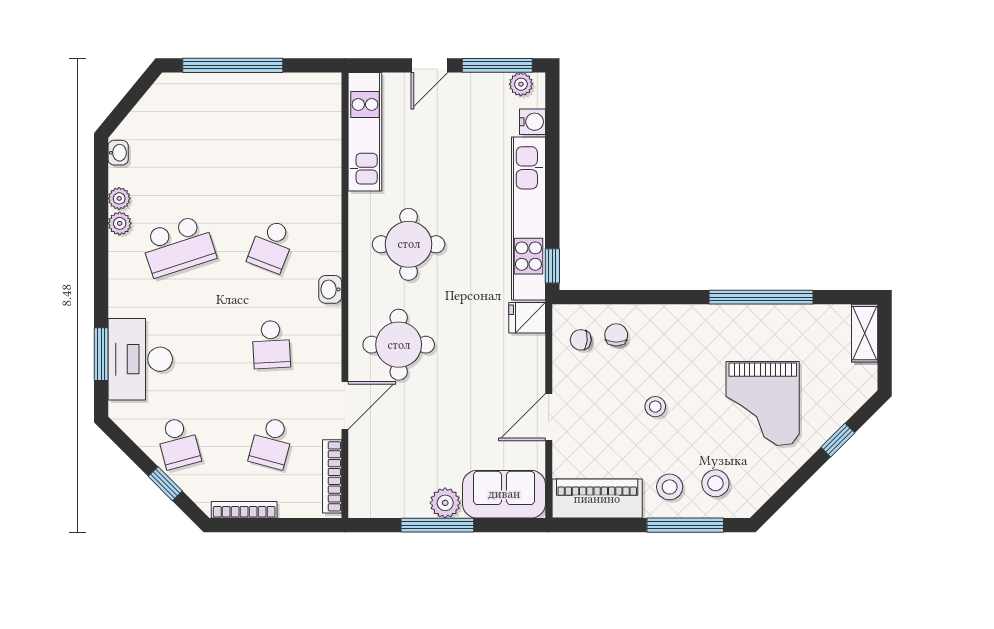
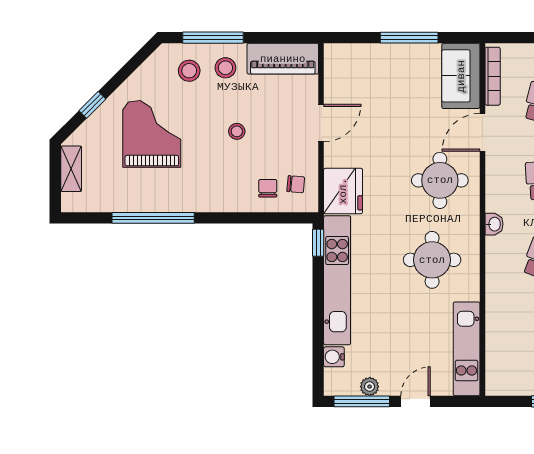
plant: (521, 84) -> (370, 387), moved
fridge: (527, 318) -> (343, 191), width x1.88, depth x1.34
shelving: (865, 333) -> (71, 169), moved
chair: (616, 335) -> (268, 188), turned 180
sofa: (504, 494) -> (461, 76), moved, turned 90
plant: (445, 503) -> (403, 55), removed

